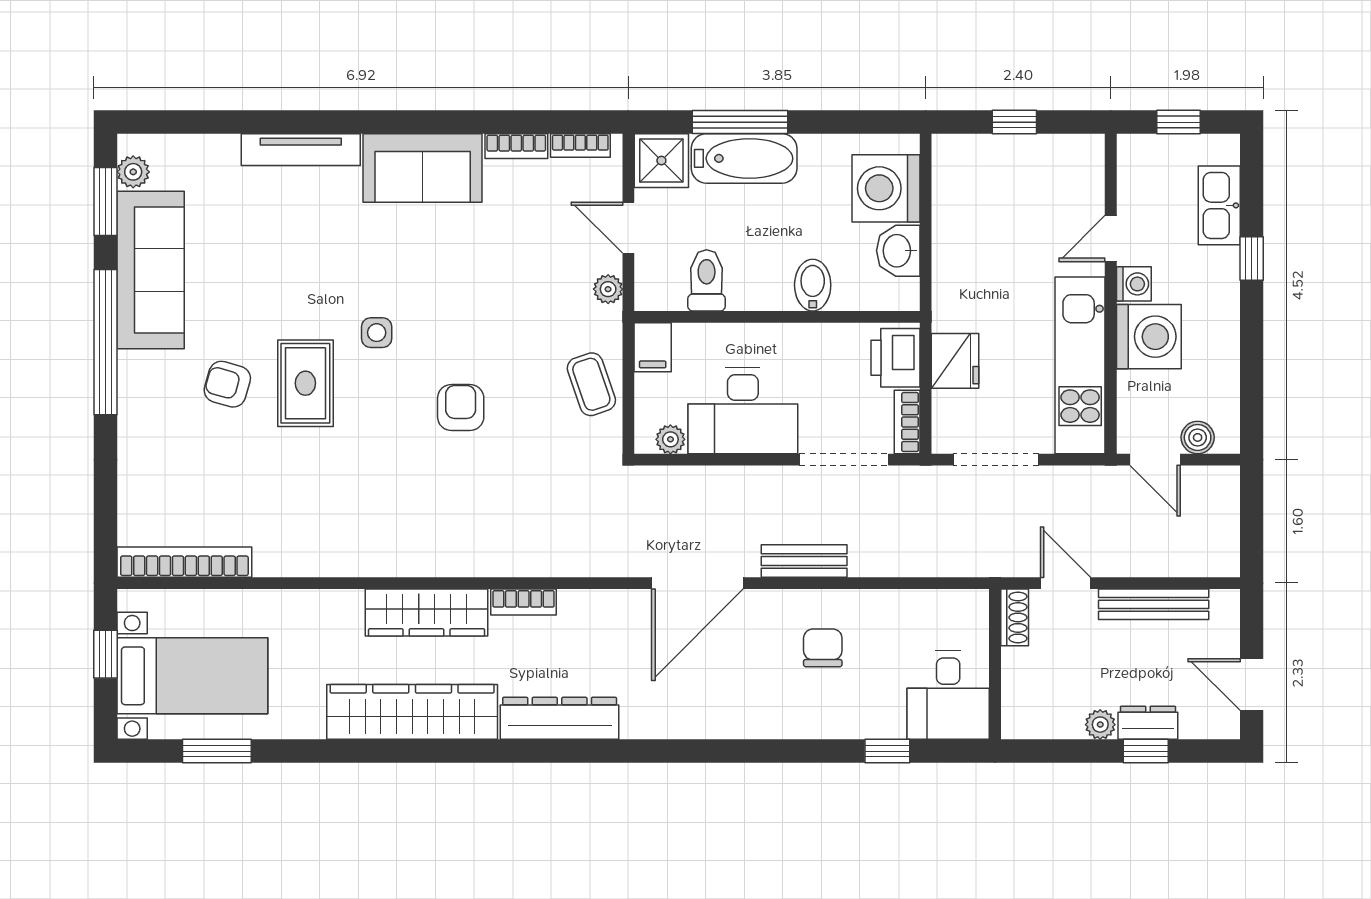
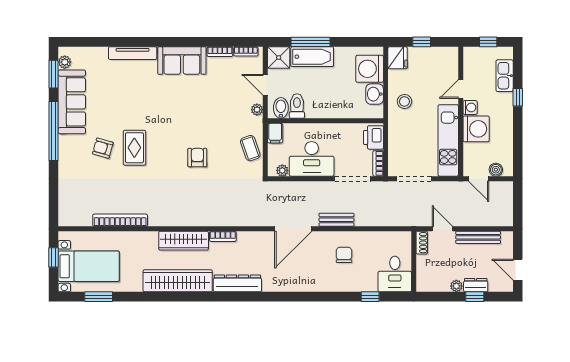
stool: (972, 269) -> (404, 101), added
bidet: (813, 285) -> (281, 108), moved
side table: (377, 333) -> (163, 127), removed
fridge: (955, 361) -> (398, 58), moved
bookcase: (184, 562) -> (120, 220), moved

